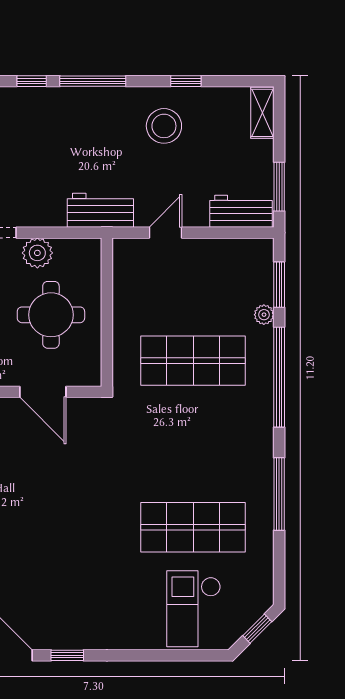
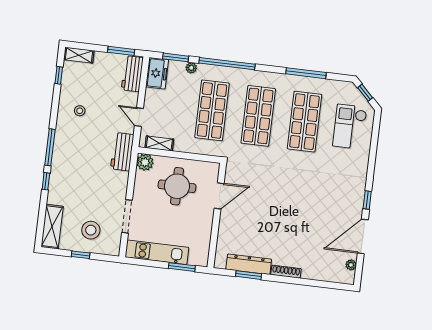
window: (186, 81) -> (59, 75), moved
stool: (164, 126) -> (80, 111), width x0.53, depth x0.53
plant: (37, 253) -> (145, 162), moved
freezer: (247, 255) -> (157, 73), added
shelving: (123, 274) -> (159, 143), added
shop shelf: (193, 444) -> (258, 116), added
window: (279, 494) -> (306, 73), moved
checkout: (194, 609) -> (350, 127), turned 90

